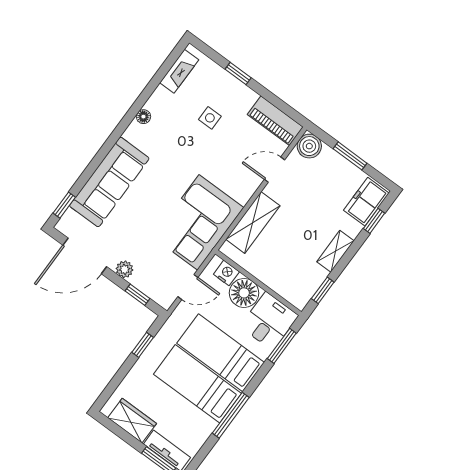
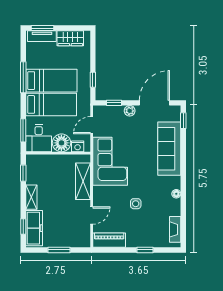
side table: (210, 118) -> (136, 204), moved
boiler: (309, 146) -> (83, 240), removed
freezer: (366, 202) -> (34, 228), width x1.40

